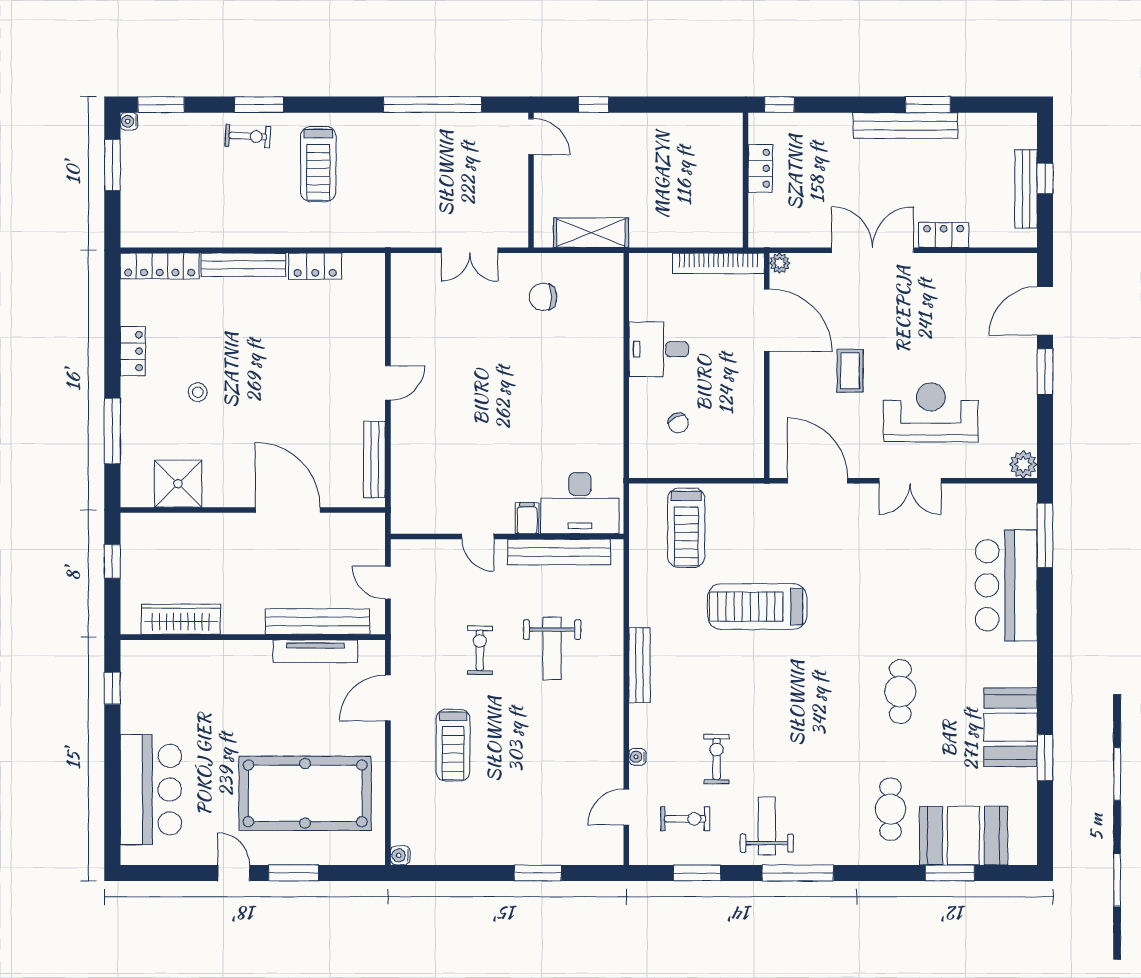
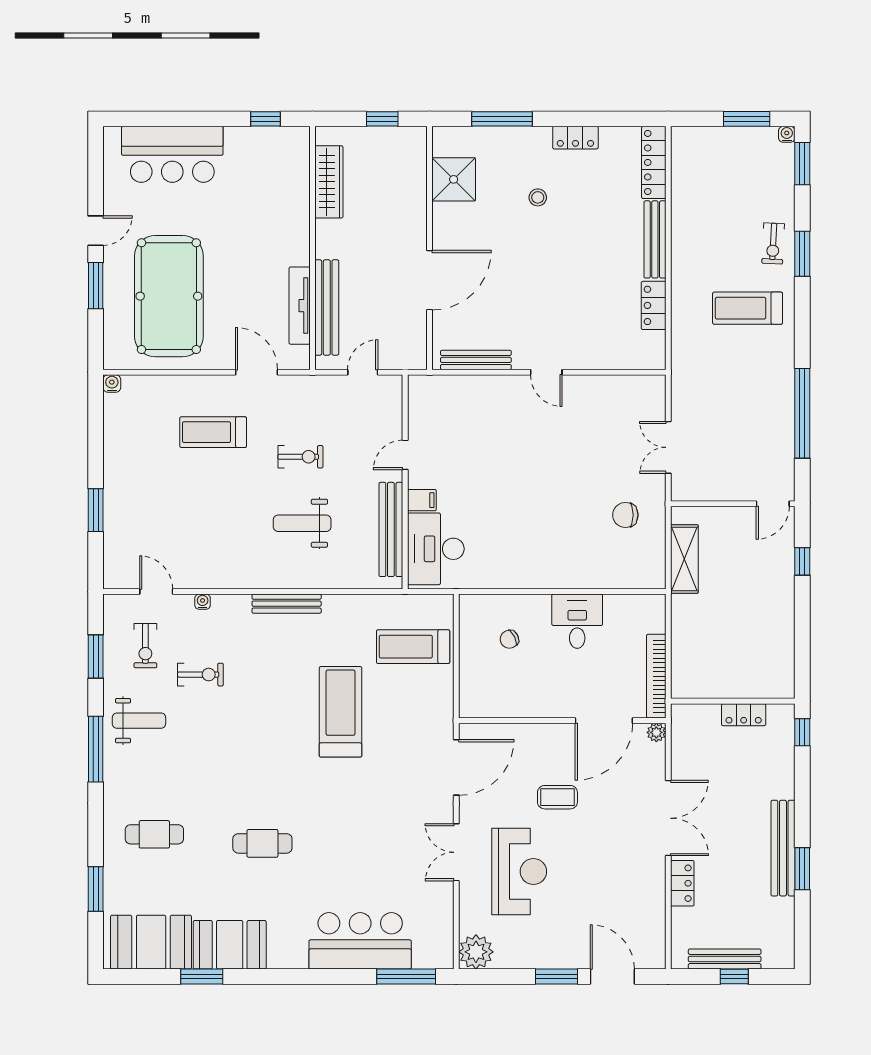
chair: (543, 297) -> (625, 515), turned -90
plant: (1023, 464) -> (476, 952), width x1.36, depth x1.36
booth: (963, 836) -> (151, 942), moved, turned 90

